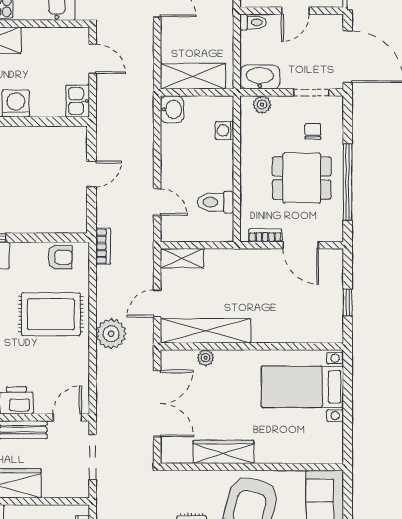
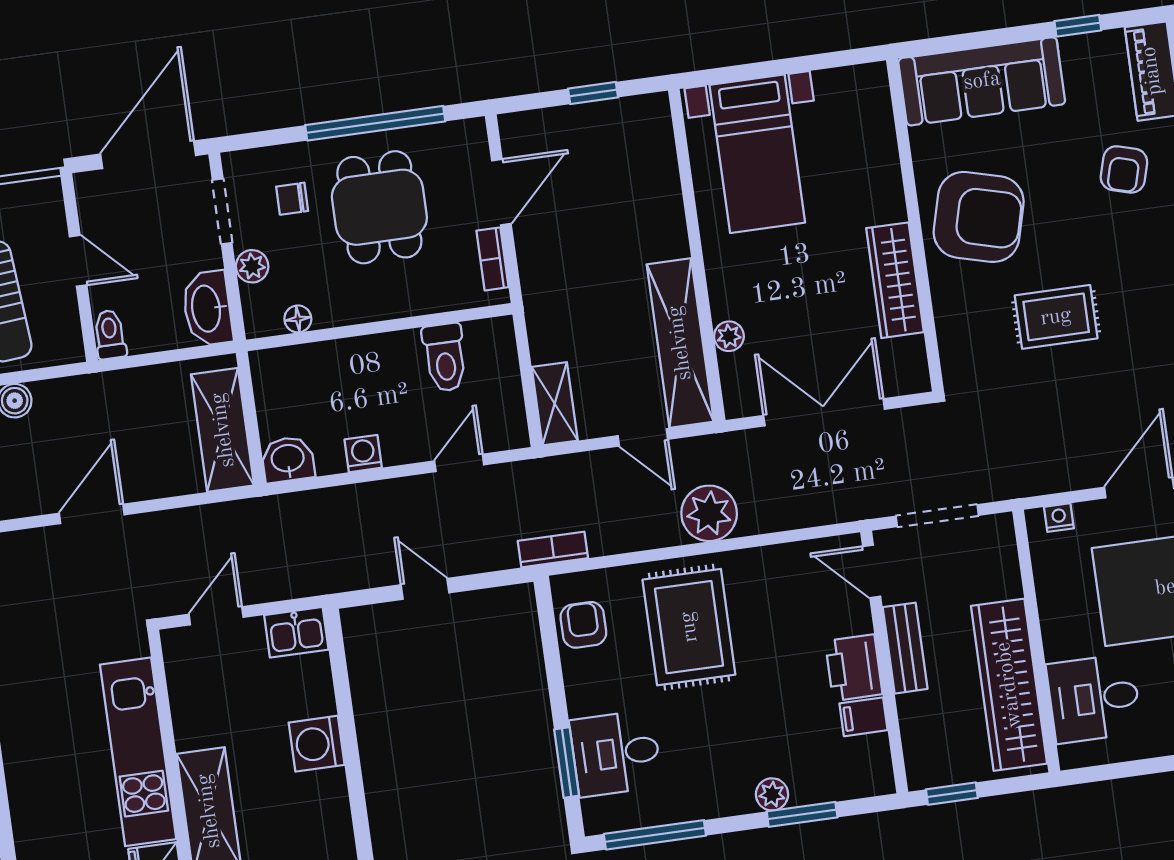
plant: (262, 105) -> (252, 266), moved
floor lamp: (247, 125) -> (298, 319), added
washing machine: (224, 131) -> (363, 454), moved, turned 180

